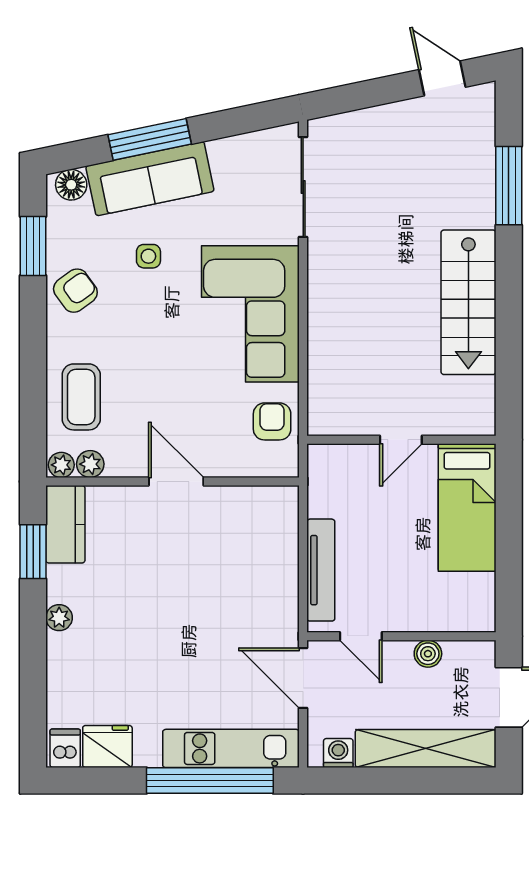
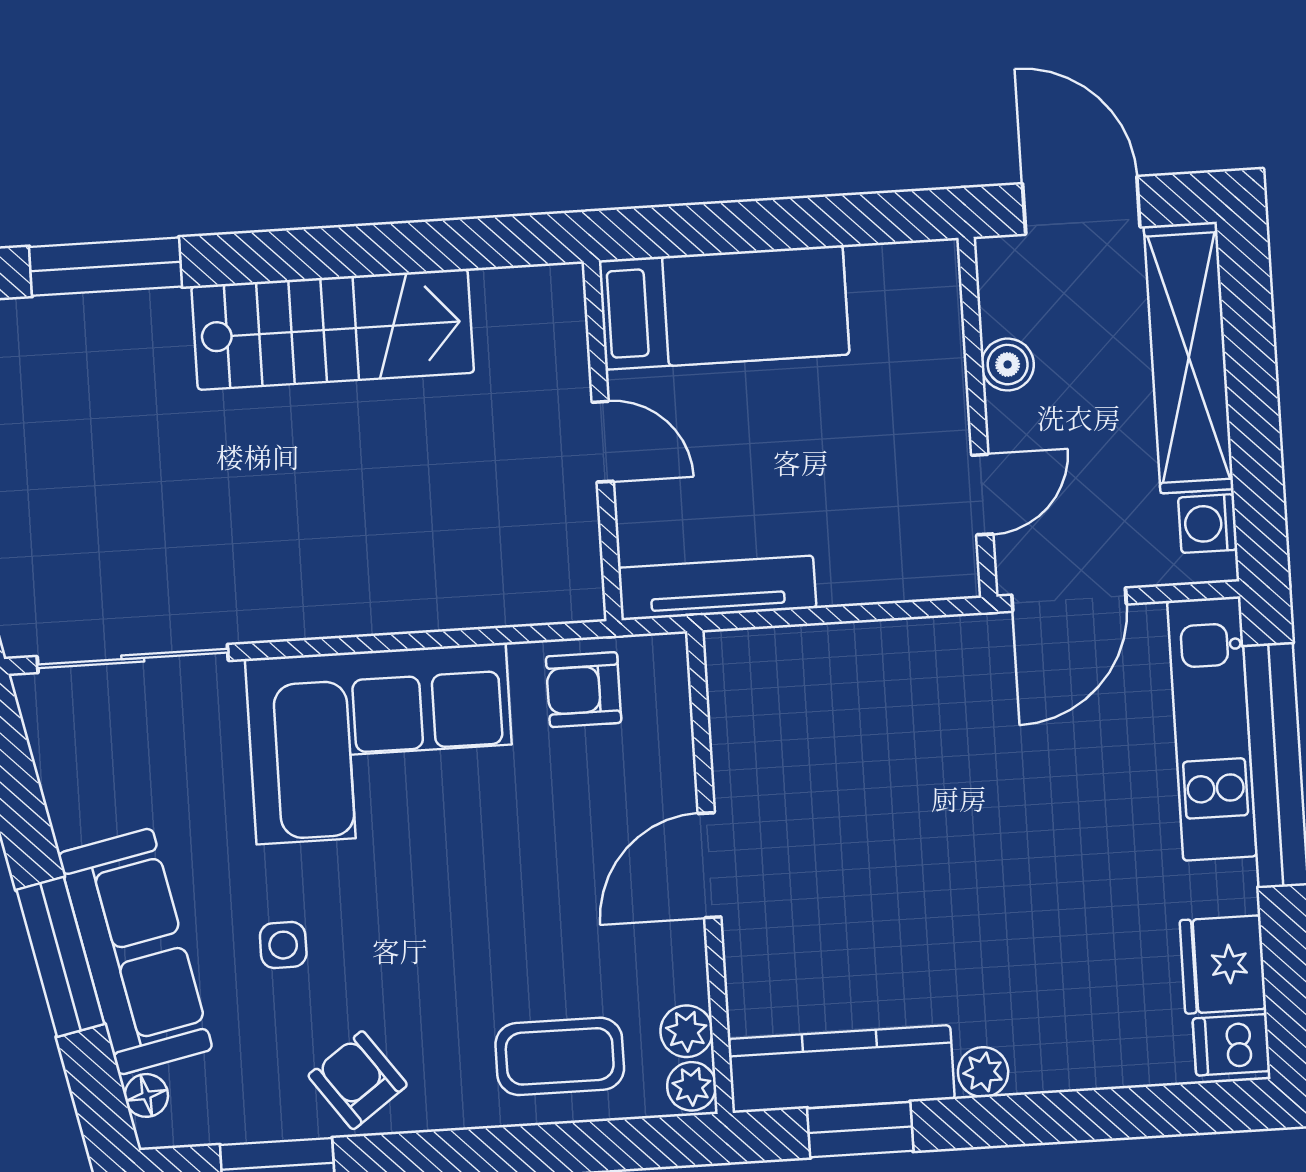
floor lamp: (71, 185) -> (146, 1095), width x0.73, depth x0.73
kitchen counter: (65, 524) -> (841, 1069), width x1.50
tv unit: (321, 570) -> (717, 588), moved

